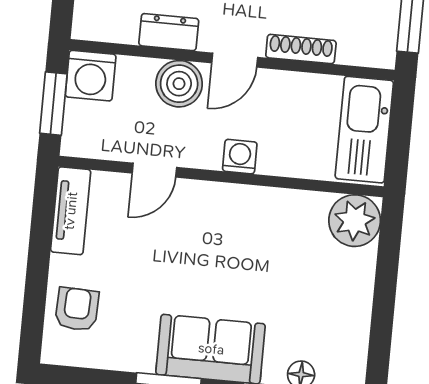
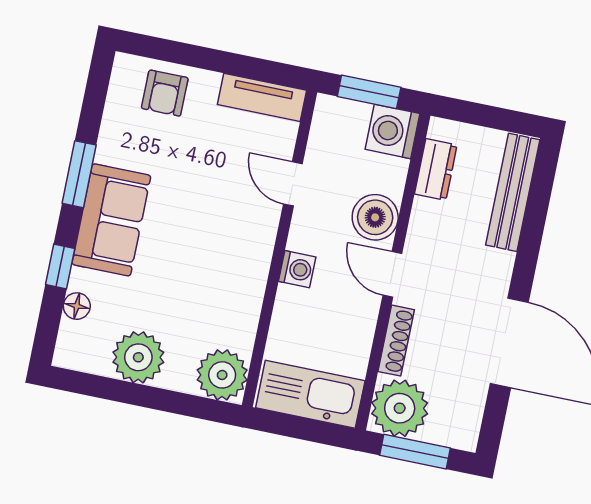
dresser: (169, 32) -> (436, 170), moved
plant: (369, 38) -> (400, 408), added
plant: (346, 307) -> (138, 357), added
armchair: (77, 309) -> (165, 93), turned 88

